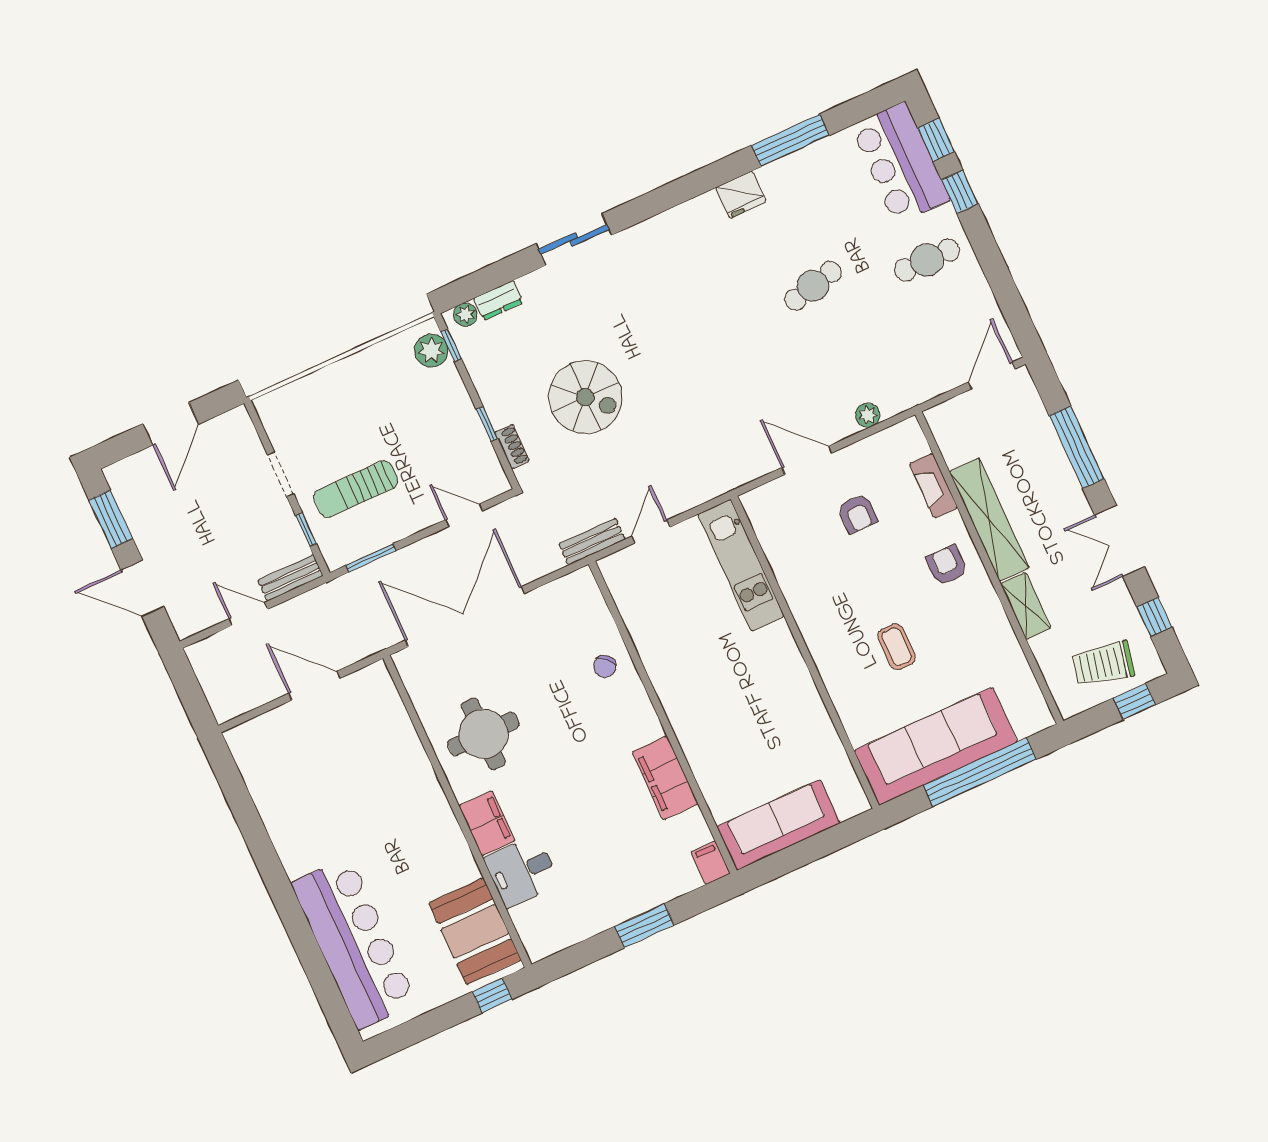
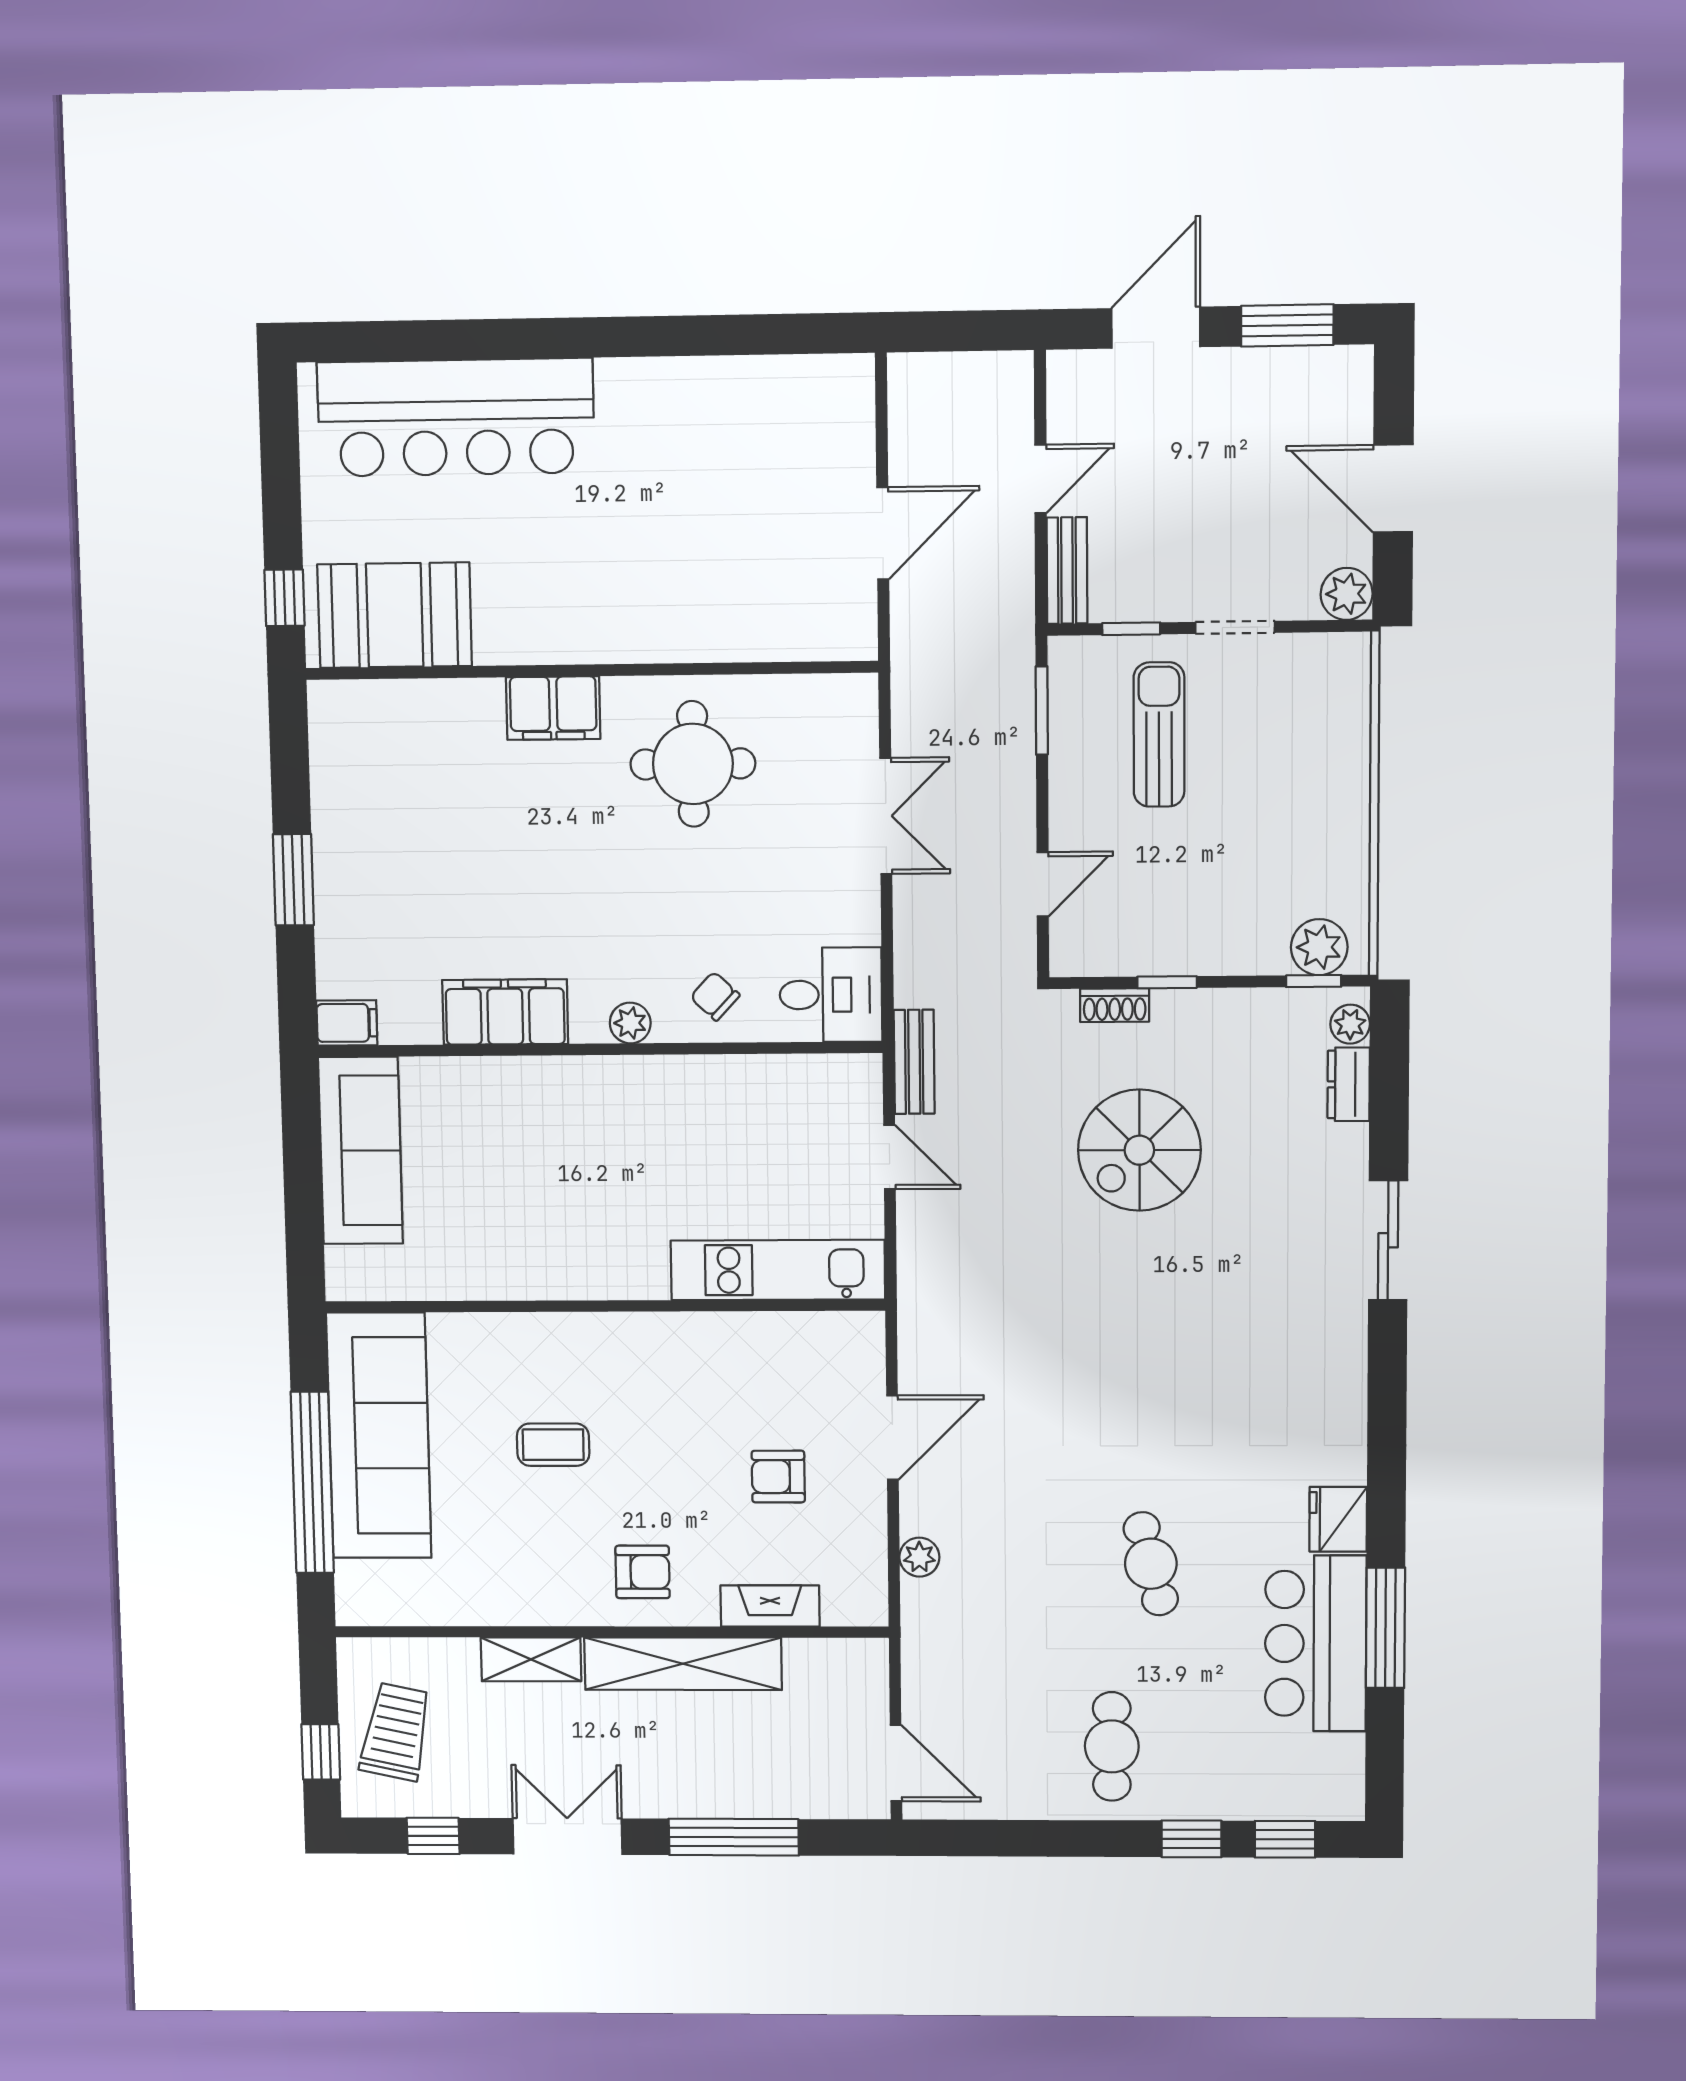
bar counter: (900, 163) -> (1316, 1643), moved, turned -90
plant: (237, 423) -> (1347, 594), added
double door: (465, 617) -> (886, 816), width x0.54
plant: (640, 706) -> (630, 1023), added
desk: (522, 871) -> (831, 995), moved, turned 90

